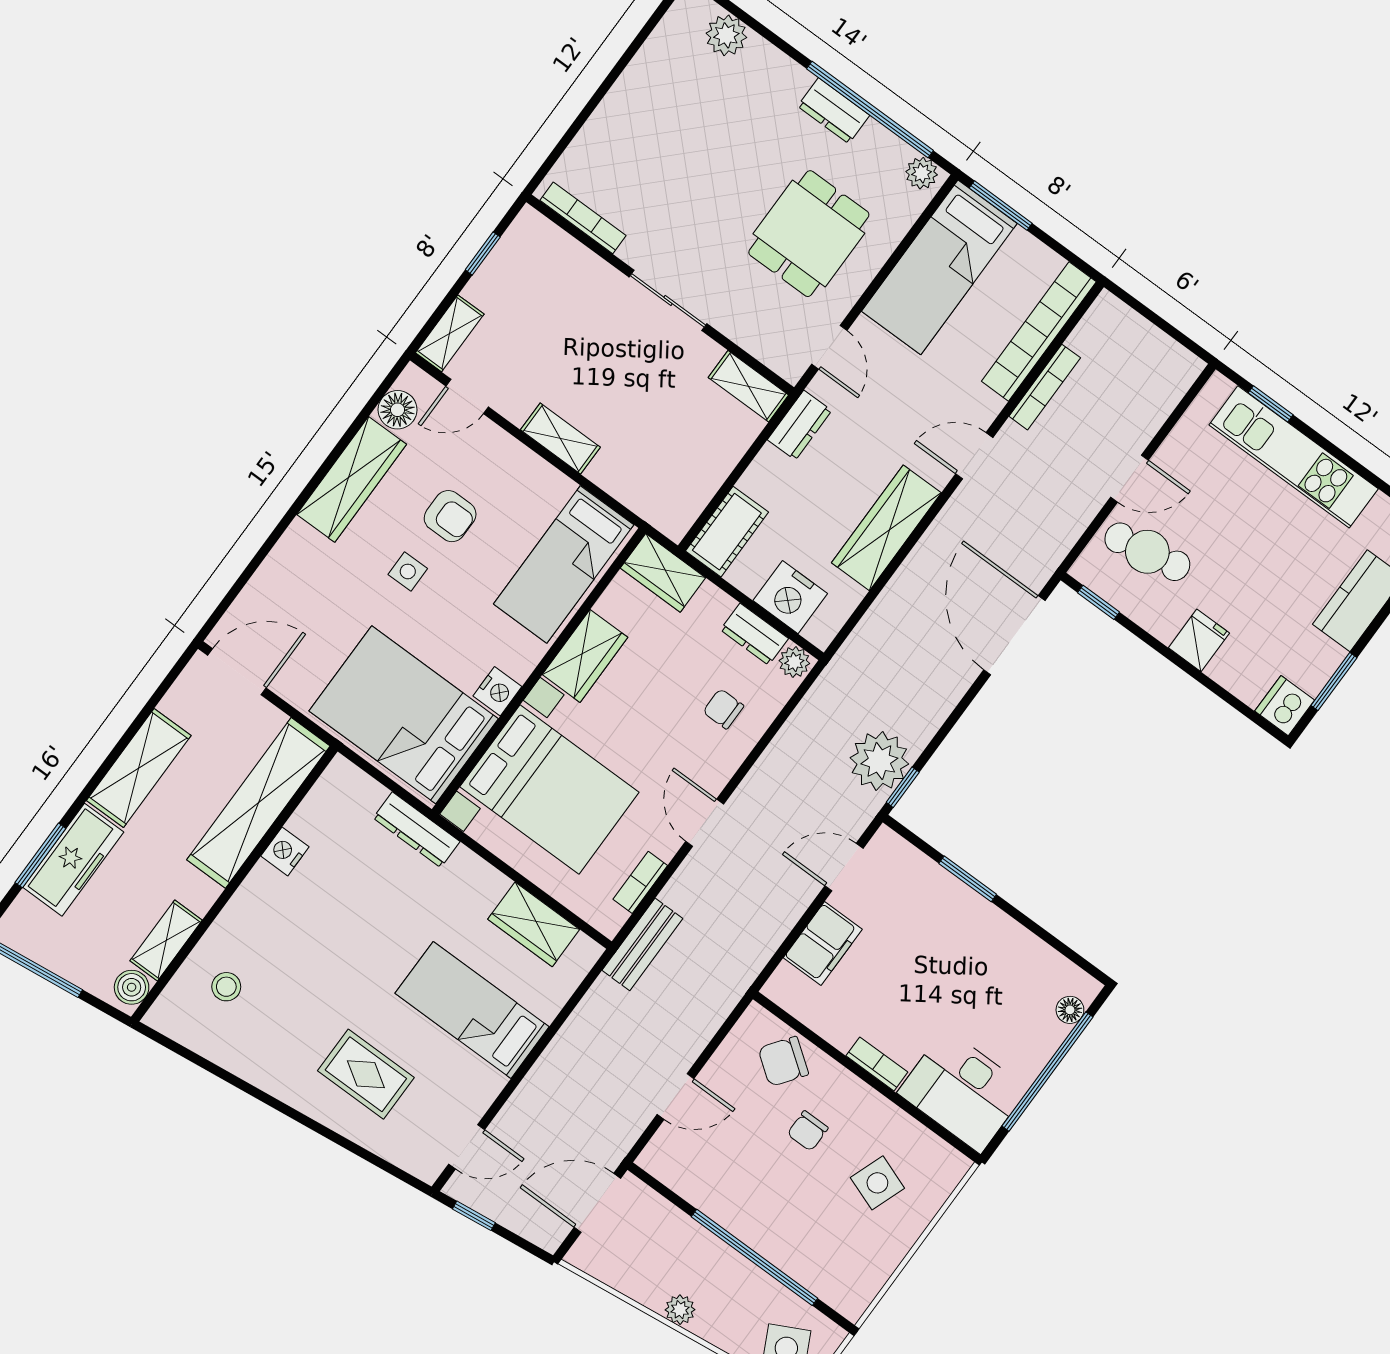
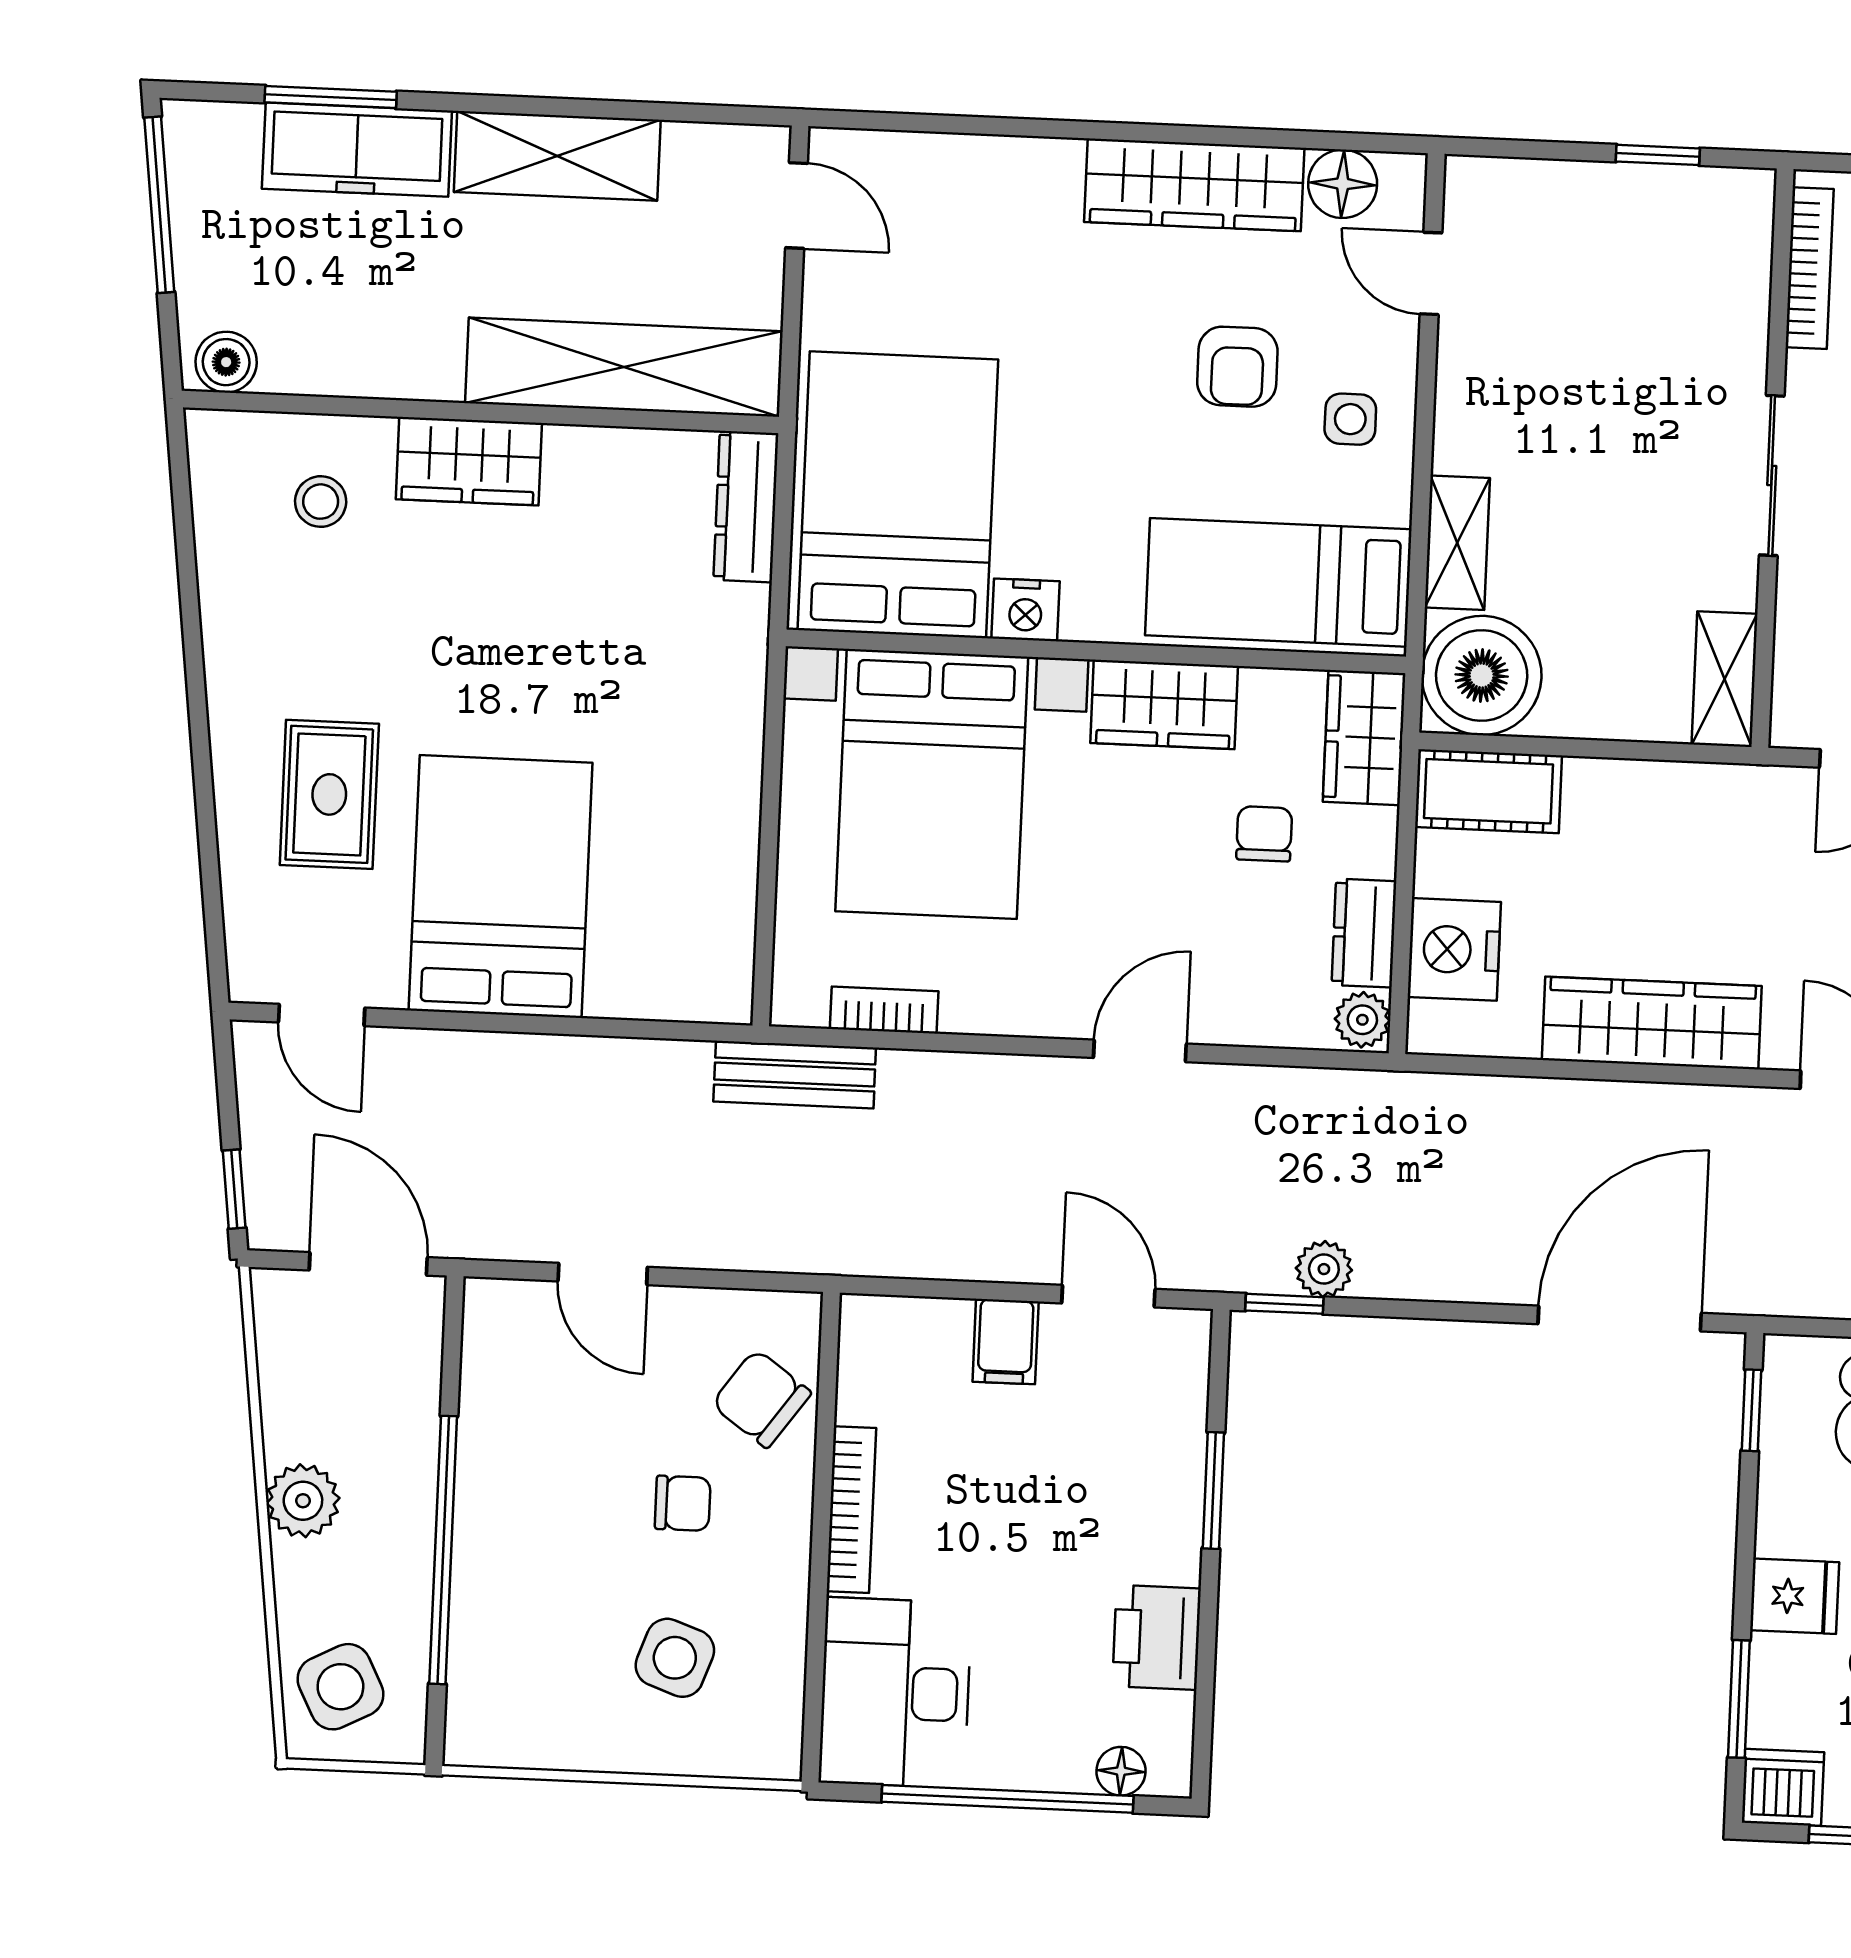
shelving: (450, 333) -> (1507, 185), removed
dresser: (800, 425) -> (1718, 793), removed
shelving: (560, 438) -> (1457, 543), moved
boiler: (671, 499) -> (1482, 675), added
side table: (408, 571) -> (1350, 419), moved
door: (237, 672) -> (797, 206), width x0.73
window: (1230, 699) -> (1739, 1699), added
chair: (723, 709) -> (1264, 834), moved
plant: (879, 761) -> (1324, 1269), width x0.53, depth x0.53
door: (705, 823) -> (1140, 1051), moved
dresser: (416, 830) -> (746, 507), moved
nightstand: (285, 851) -> (578, 454), removed
wardrobe: (534, 924) -> (469, 461), moved, turned -90
shelving: (166, 940) -> (329, 367), removed
filing cabinet: (823, 944) -> (1006, 1342), width x0.50
printer: (1019, 951) -> (1157, 1637), added
bed: (472, 1010) -> (501, 887), width x1.50
bookcase: (877, 1064) -> (851, 1510), width x1.56
chair: (808, 1131) -> (683, 1503), turned 180
window: (474, 1216) -> (234, 1189), moved
plant: (680, 1310) -> (303, 1501), width x1.38, depth x1.38

